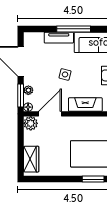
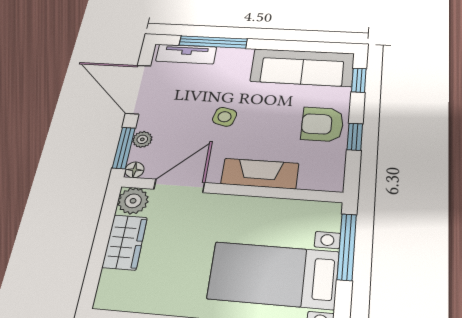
window: (74, 29) -> (213, 42), moved
tv unit: (59, 38) -> (186, 54), moved
wardrobe: (31, 159) -> (125, 242), moved

